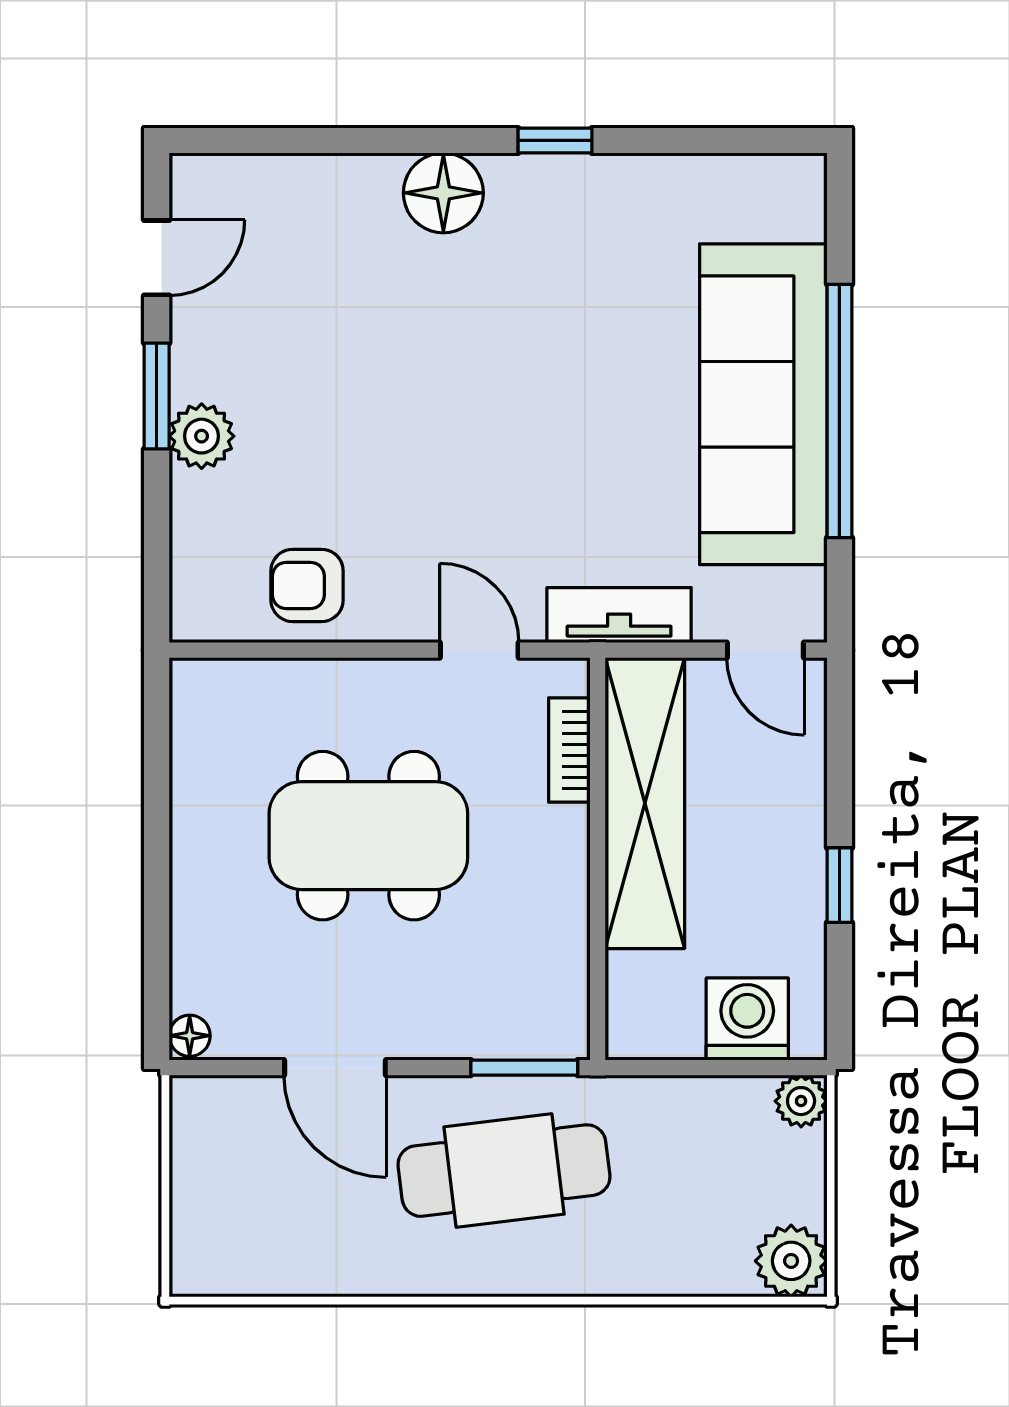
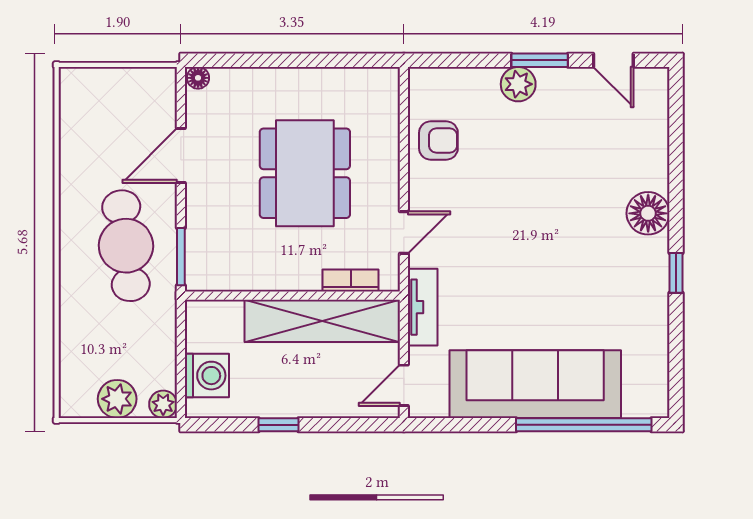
window: (839, 411) -> (584, 425), moved
armchair: (307, 585) -> (438, 141), turned 90
plant: (791, 1261) -> (117, 399), moved

